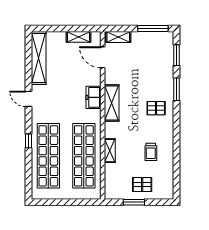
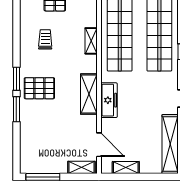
window: (177, 55) -> (16, 79), moved
freezer: (94, 97) -> (109, 100), width x1.40
pallet: (156, 108) -> (39, 88), width x1.50, depth x1.42

